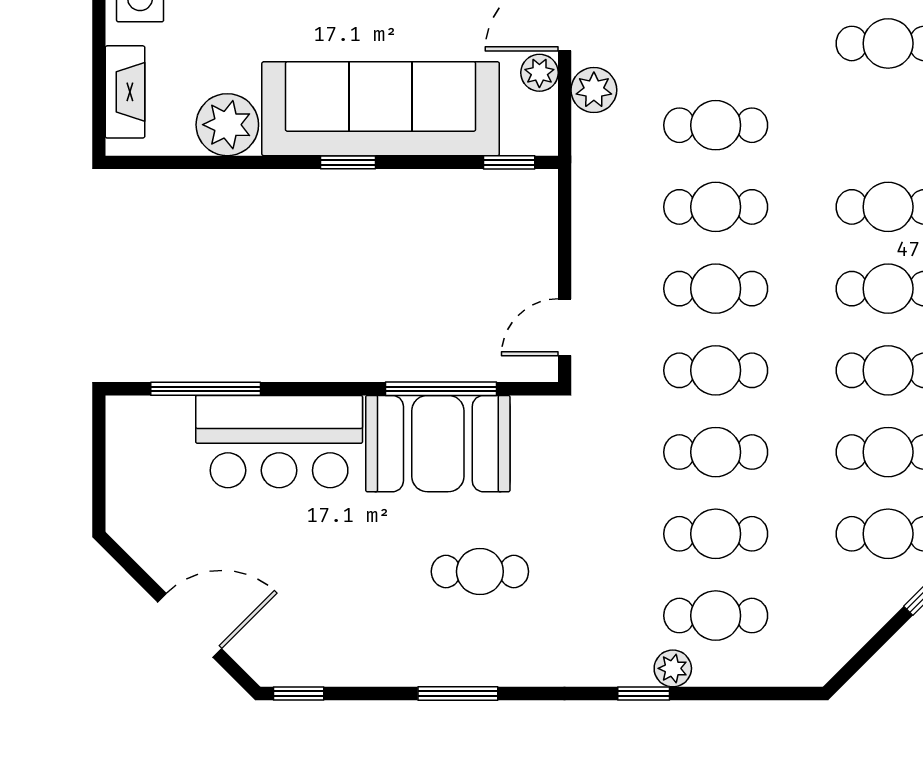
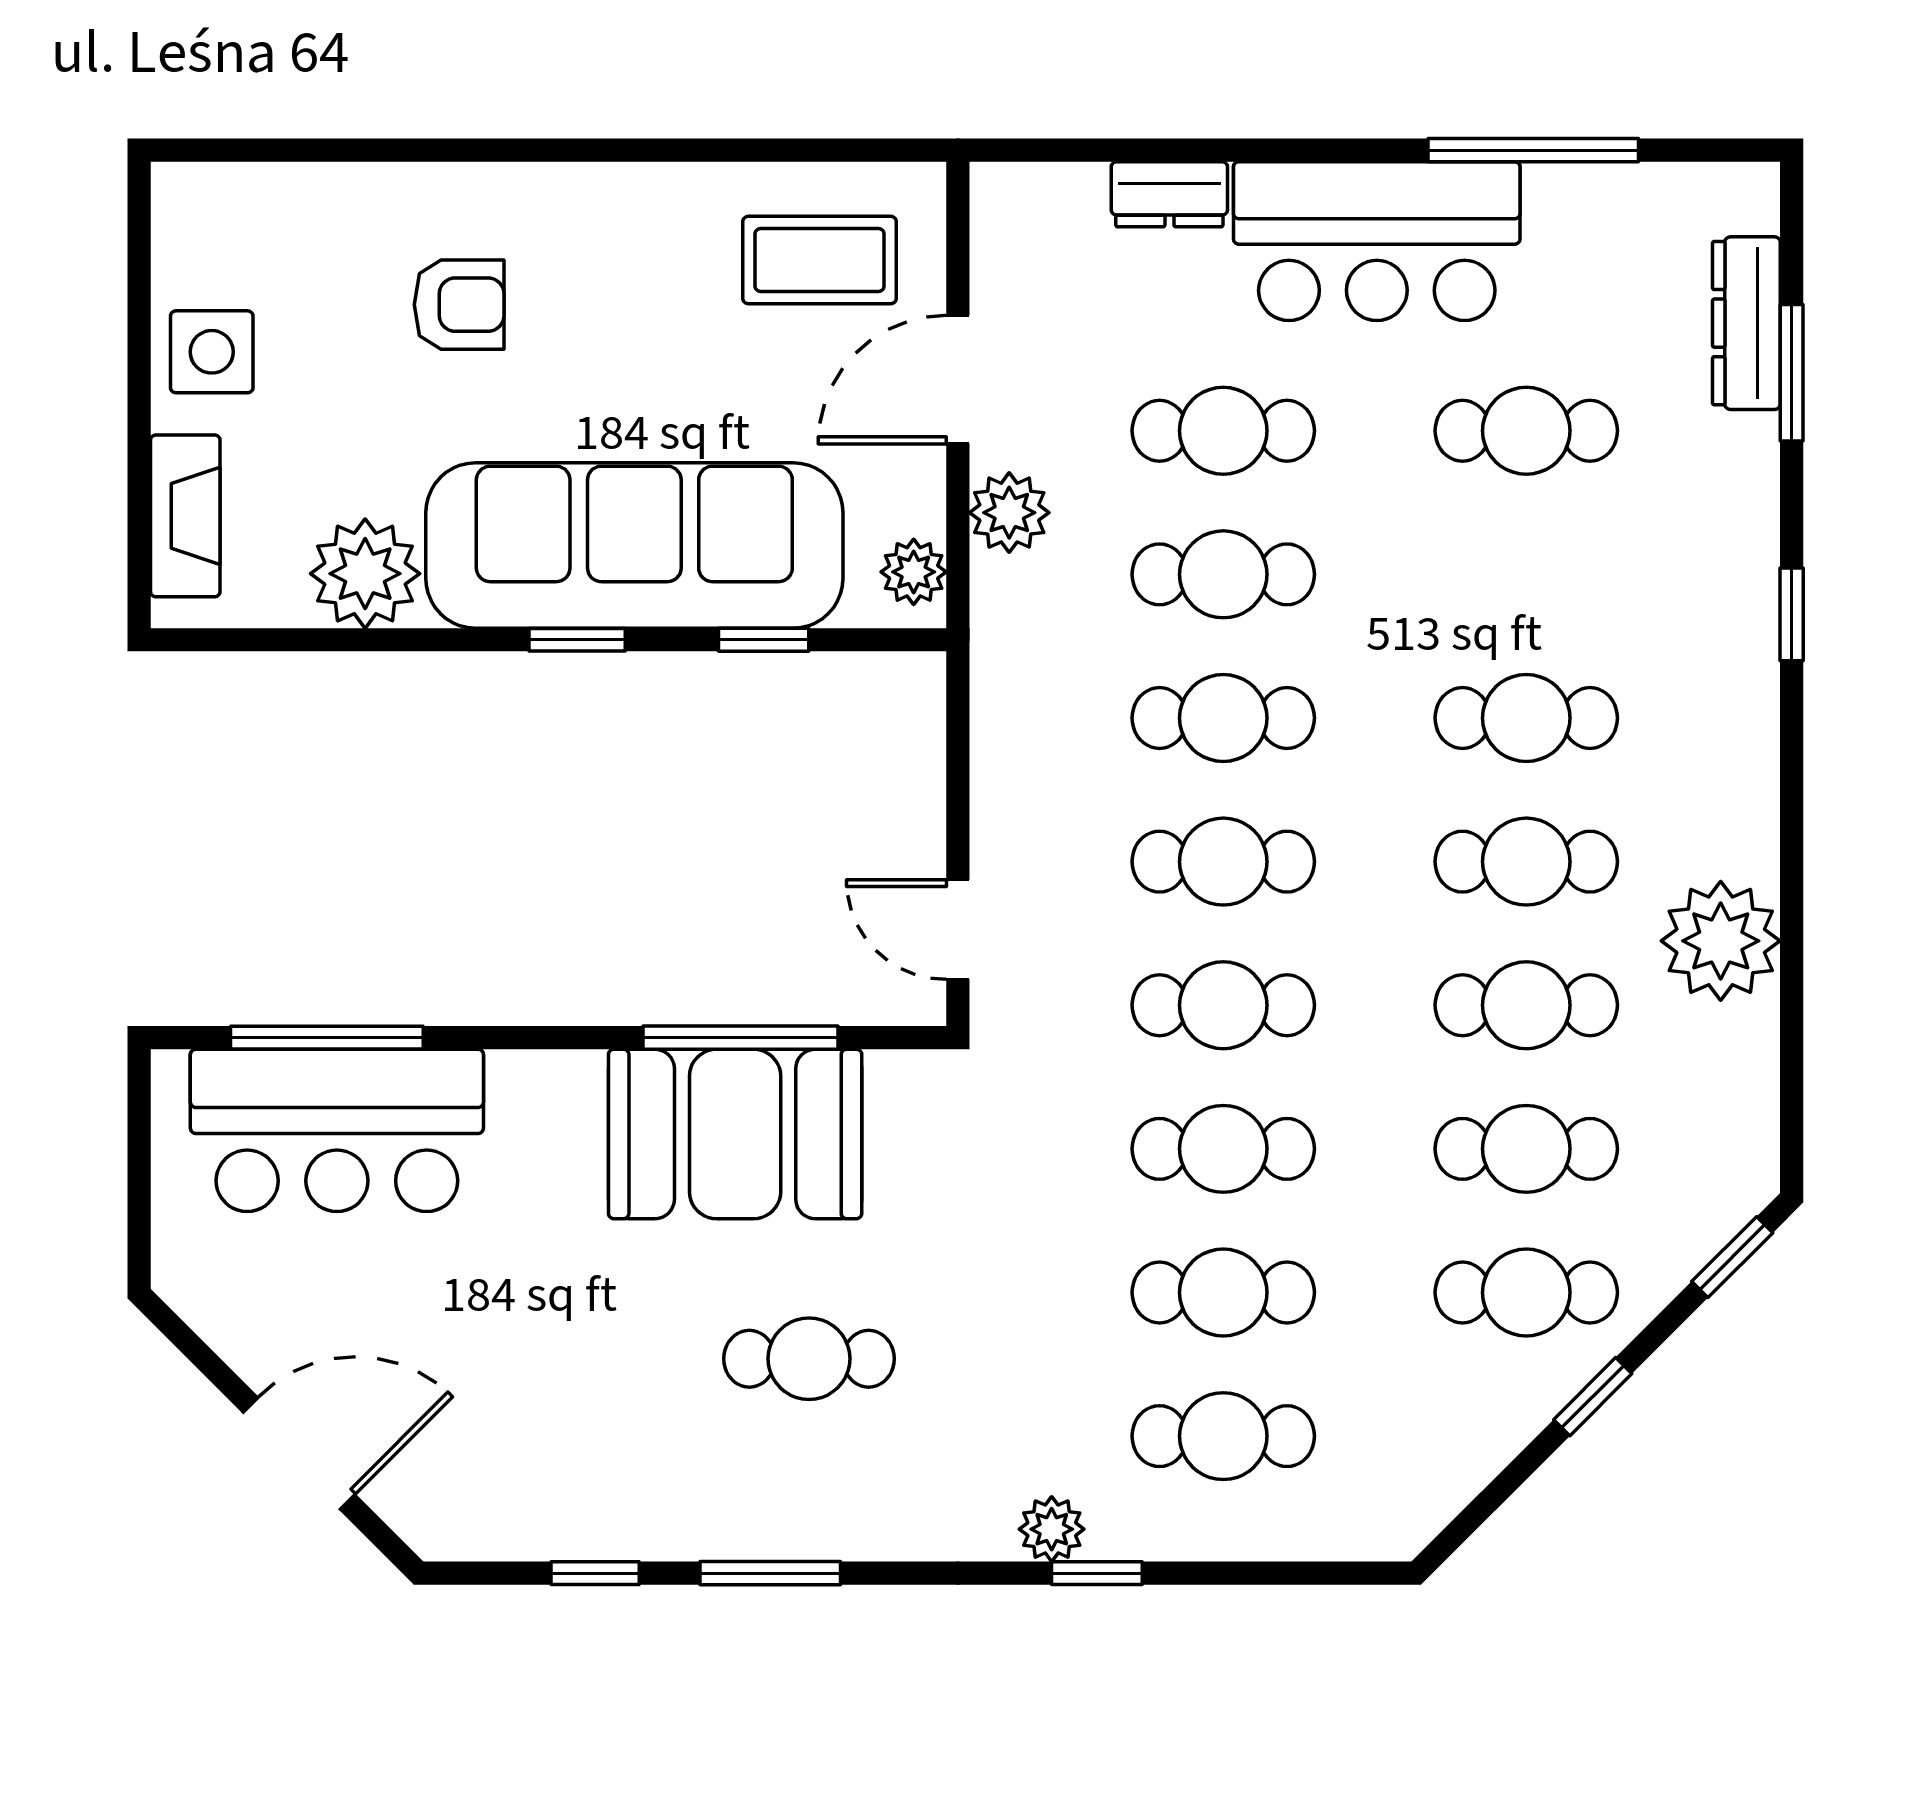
cafe table: (716, 43) -> (1223, 431), added
plant: (539, 73) -> (914, 572), moved
window: (509, 162) -> (764, 640), moved
door: (565, 327) -> (958, 930), hinge flipped
bar counter: (279, 442) -> (337, 1130), moved
plant: (673, 668) -> (1052, 1529), moved
window: (299, 693) -> (595, 1573), moved

